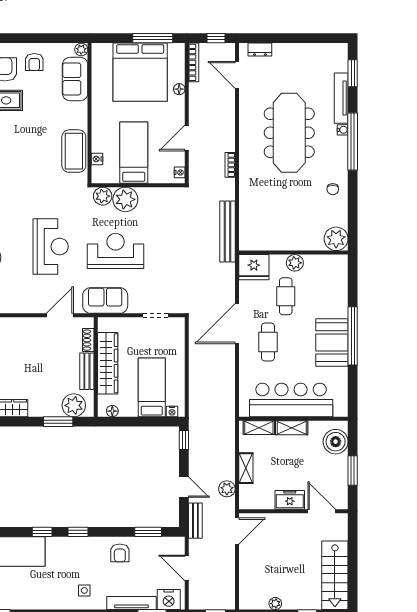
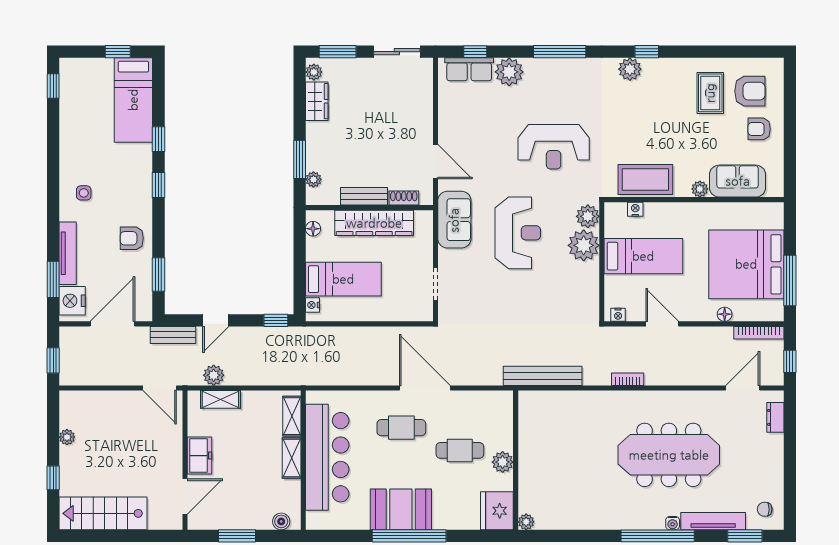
plant: (81, 49) -> (700, 189), moved
chair: (333, 189) -> (765, 509), moved
plant: (336, 239) -> (526, 522), width x0.53, depth x0.53
reception desk: (51, 247) -> (554, 147), moved
fridge: (254, 267) -> (497, 511), moved
plant: (74, 405) -> (313, 179), width x0.53, depth x0.53
boiler: (336, 442) -> (281, 521), width x0.54, depth x0.54
shelving: (246, 468) -> (220, 399), moved
door: (187, 568) -> (112, 324), width x1.36

